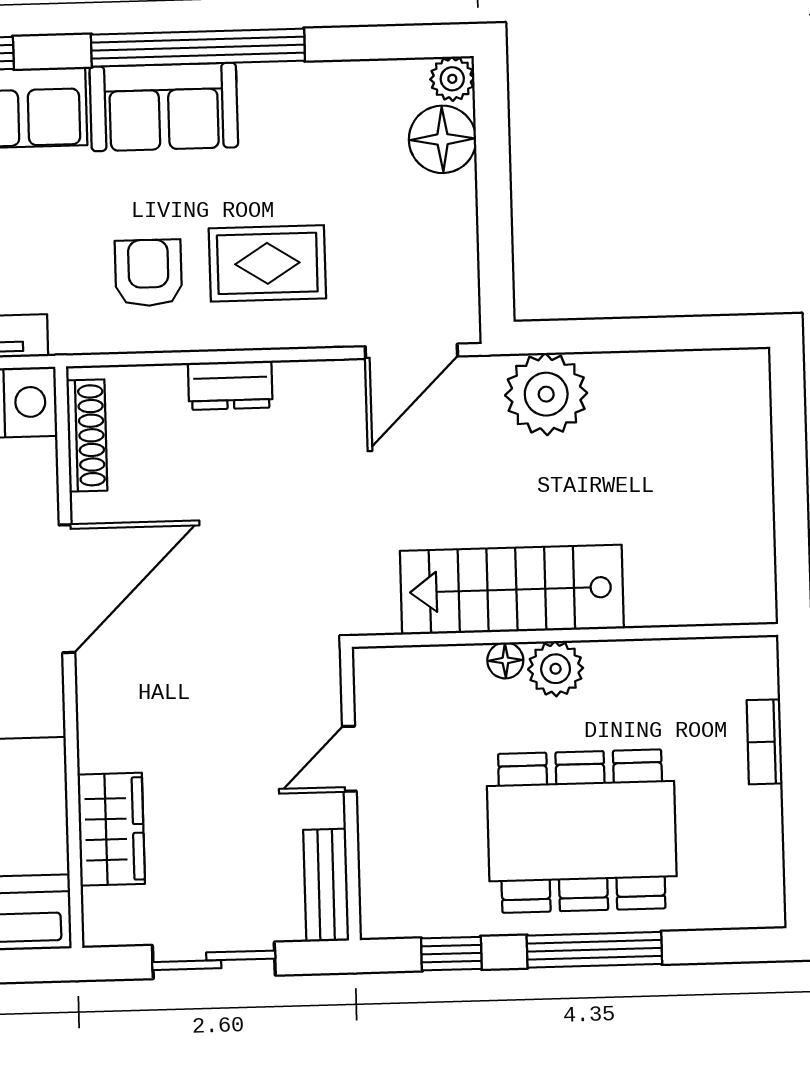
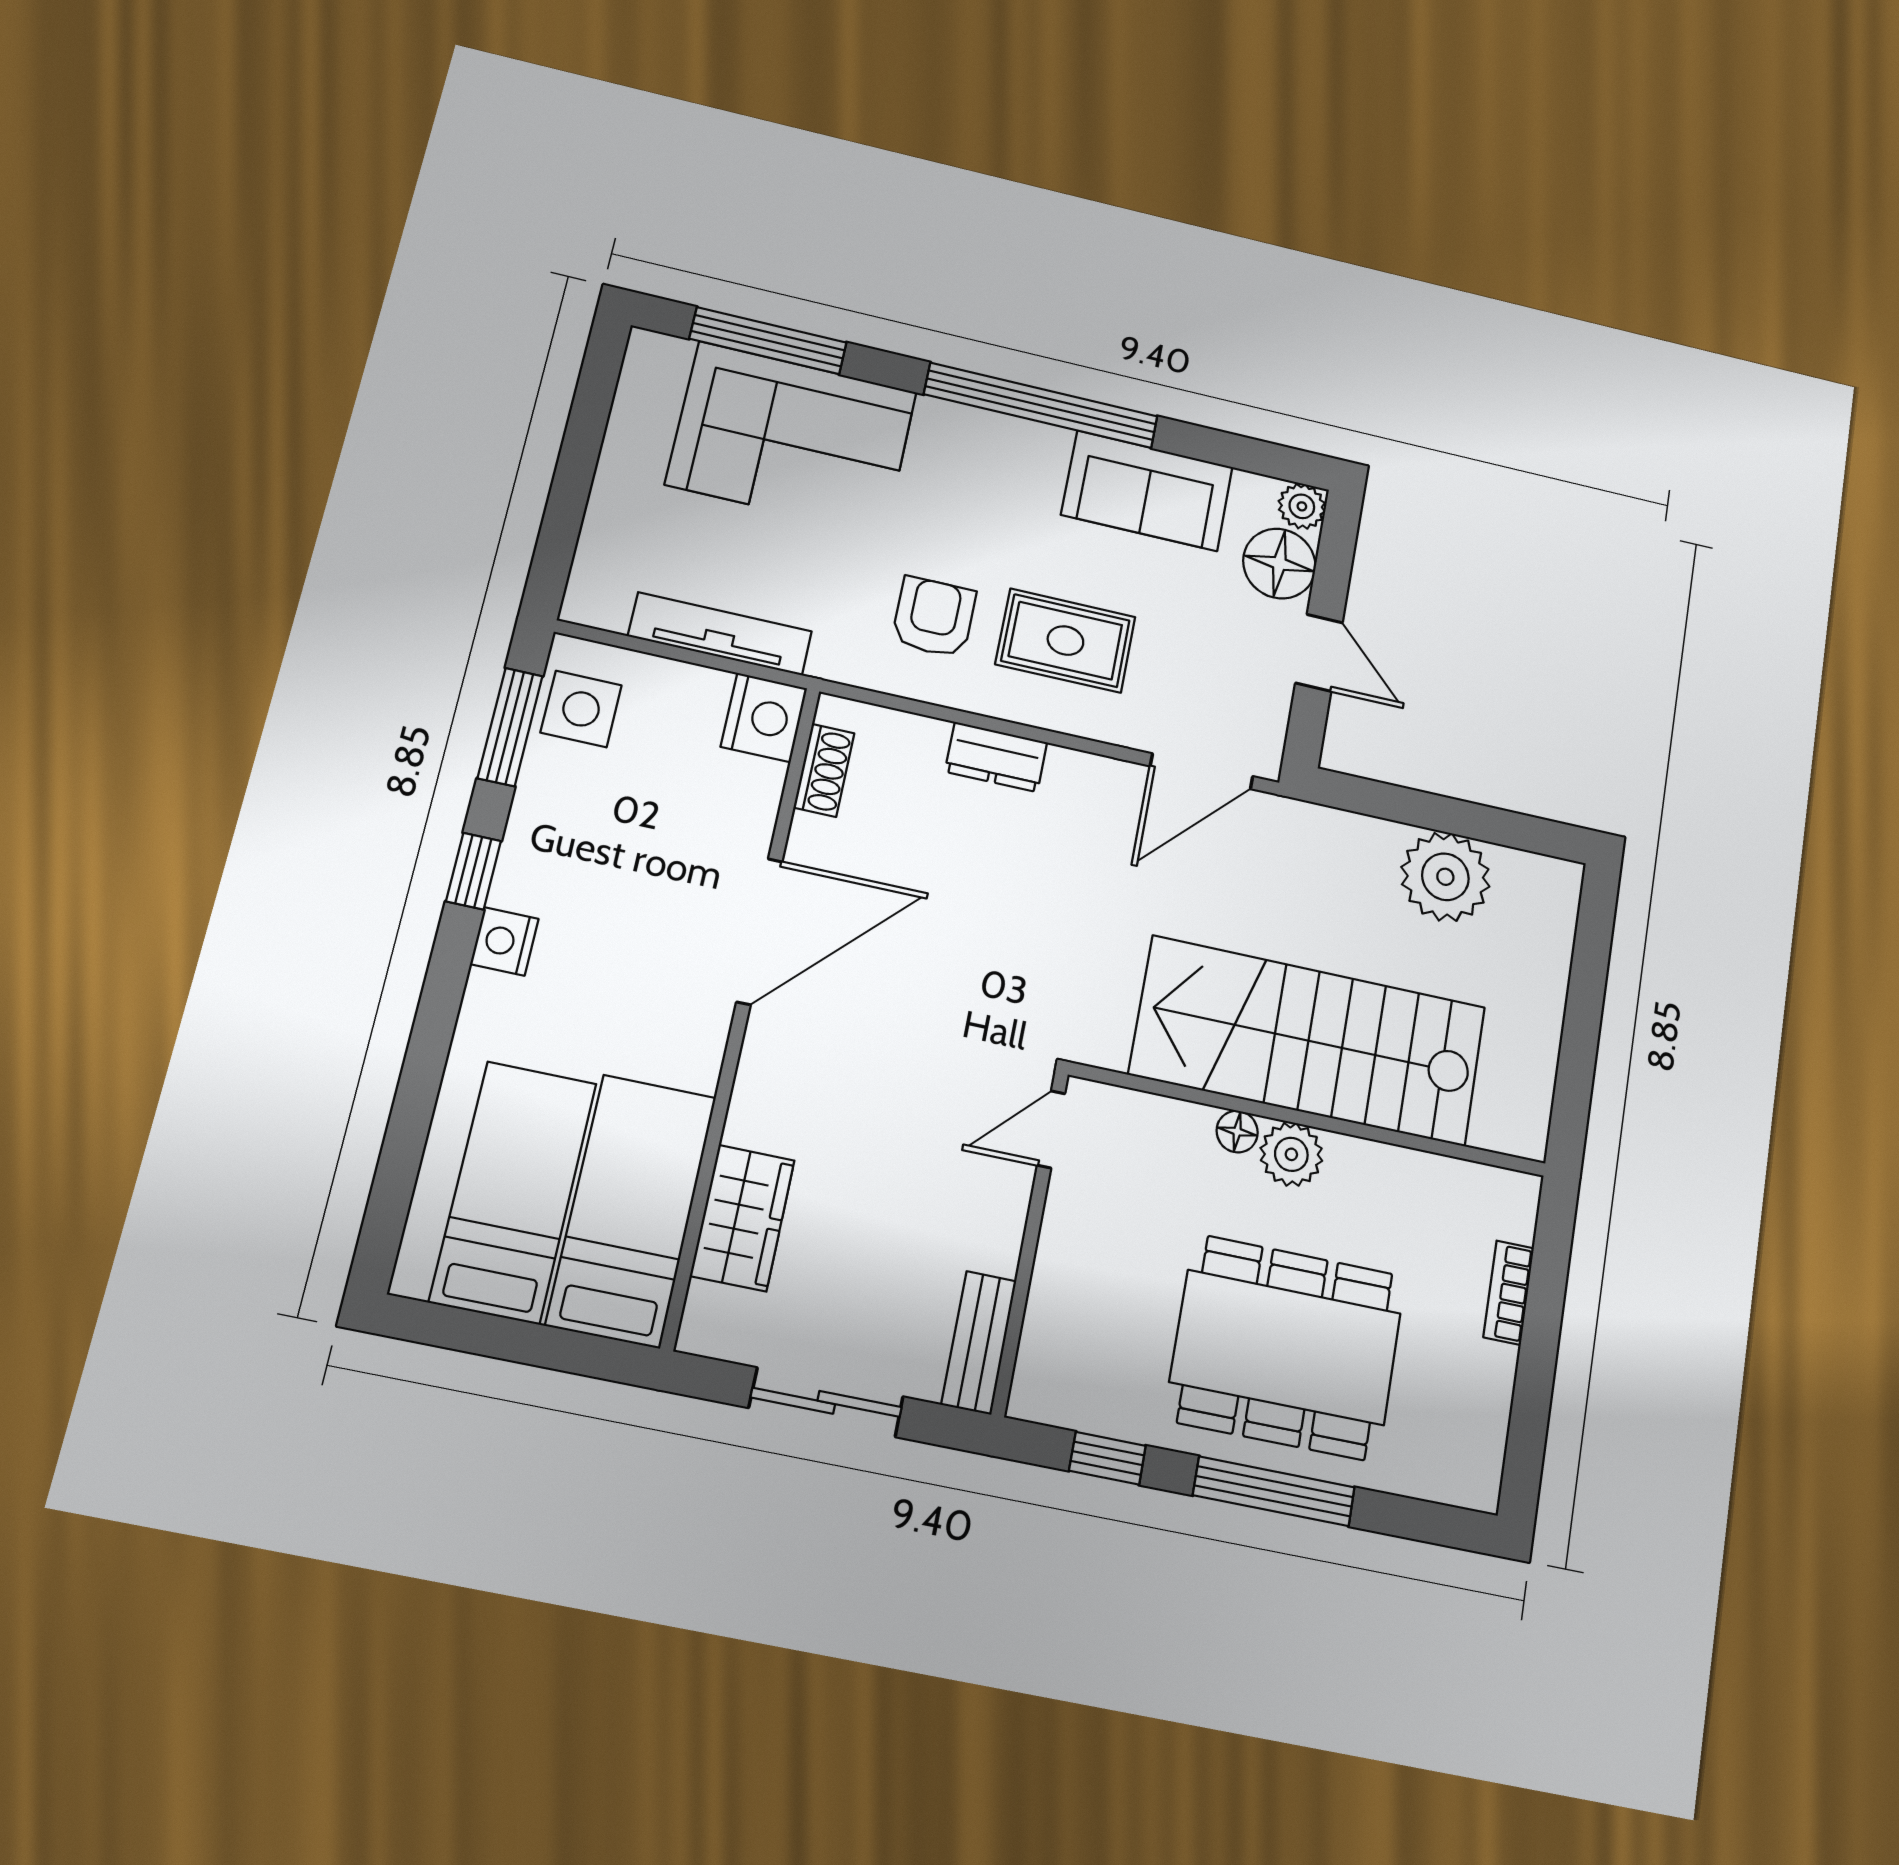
sofa: (164, 107) -> (1147, 491), moved
door: (494, 214) -> (1319, 653), added
plant: (546, 394) -> (1445, 877), moved
shoe rack: (87, 435) -> (824, 770), width x0.70
stairs: (512, 590) -> (1308, 1041), width x1.36, depth x1.51
door: (349, 759) -> (1051, 1129), moved

